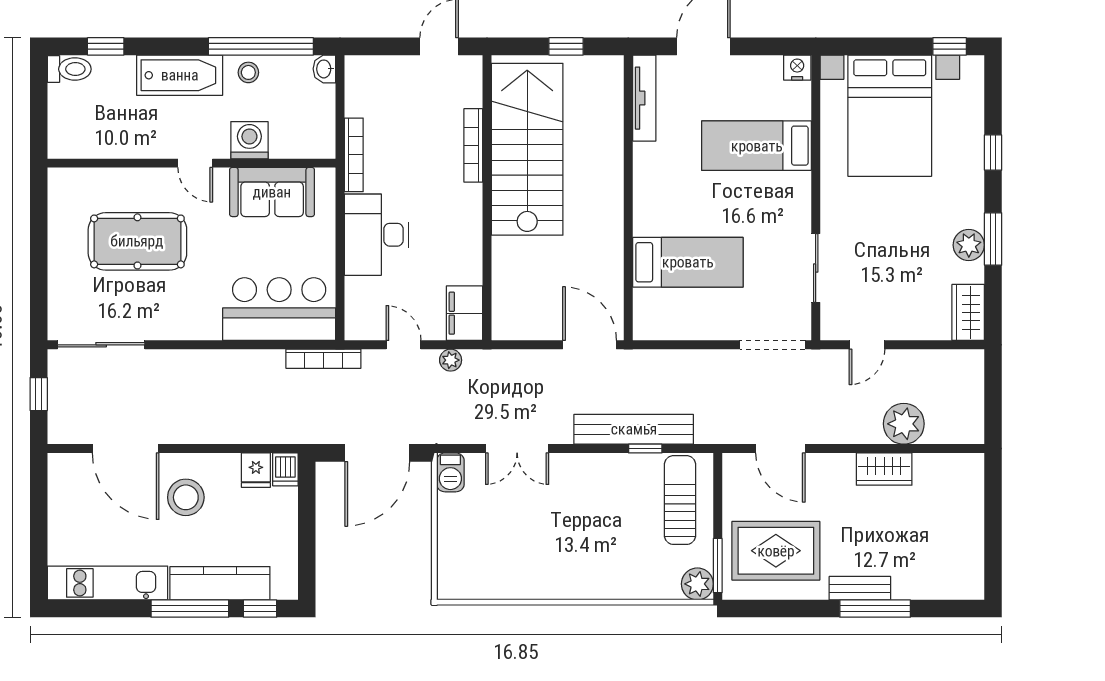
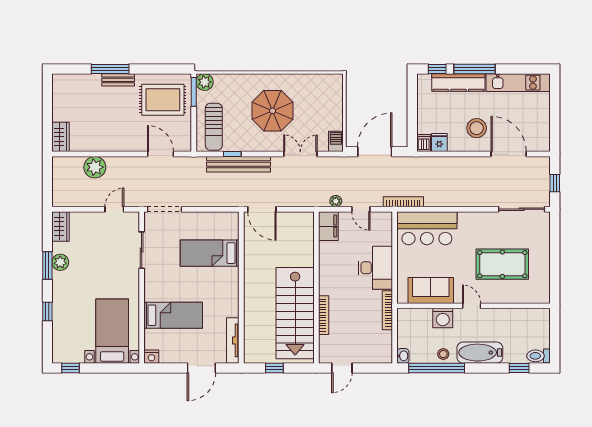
bed with nightstands: (890, 116) -> (112, 331), width x0.73
wardrobe: (884, 469) -> (61, 137), moved, turned 90
parasol: (570, 530) -> (273, 111), added

